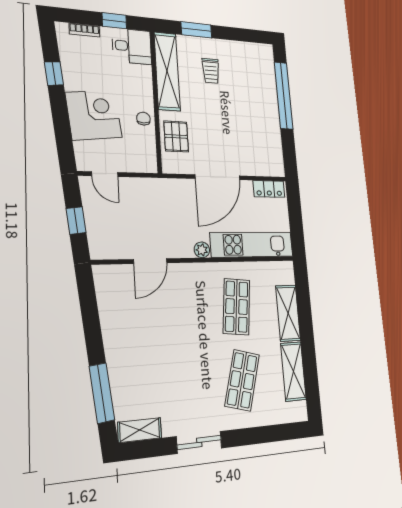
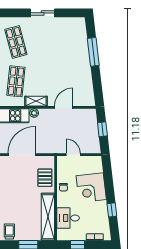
desk: (132, 46) -> (68, 218), moved
trolley: (211, 71) -> (9, 231), moved
door: (105, 174) -> (73, 155), moved
shop shelf: (242, 380) -> (16, 42), turned -30
window: (102, 393) -> (93, 52), moved
shelving: (140, 430) -> (36, 101), moved

